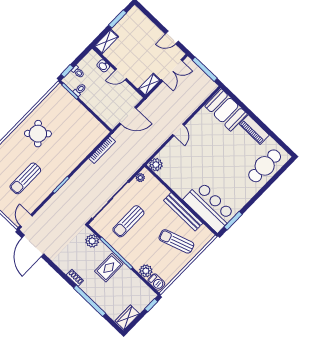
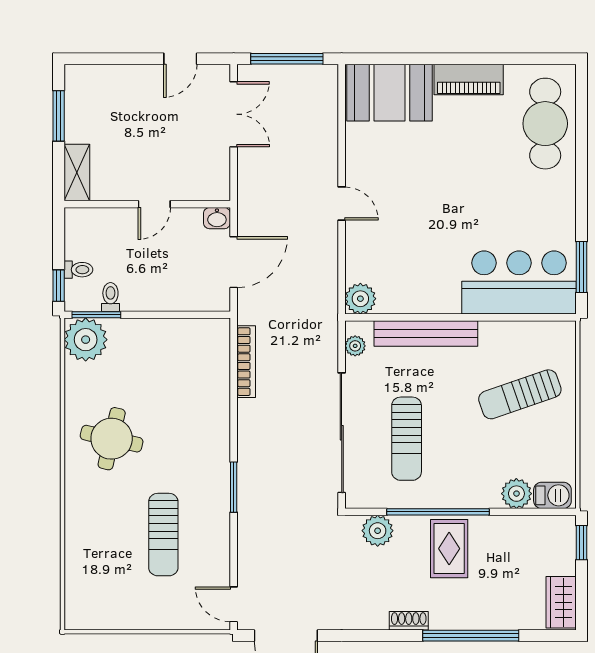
washbasin: (103, 66) -> (217, 218), moved
shelving: (149, 85) -> (219, 175), removed
plant: (59, 95) -> (86, 340), added
round table: (38, 134) -> (112, 439), turned -34
bench: (183, 212) -> (426, 334), moved

